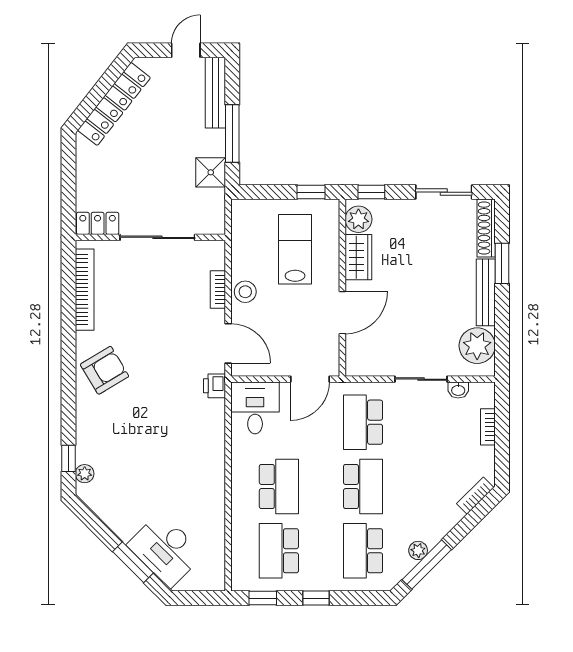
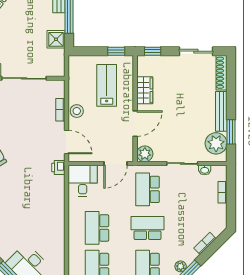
plant: (358, 219) -> (145, 154), moved
window: (502, 263) -> (231, 132), moved
school desk: (279, 486) -> (97, 228), turned 180
school desk: (363, 486) -> (147, 228), turned -90
bookcase: (475, 496) -> (205, 243), moved

